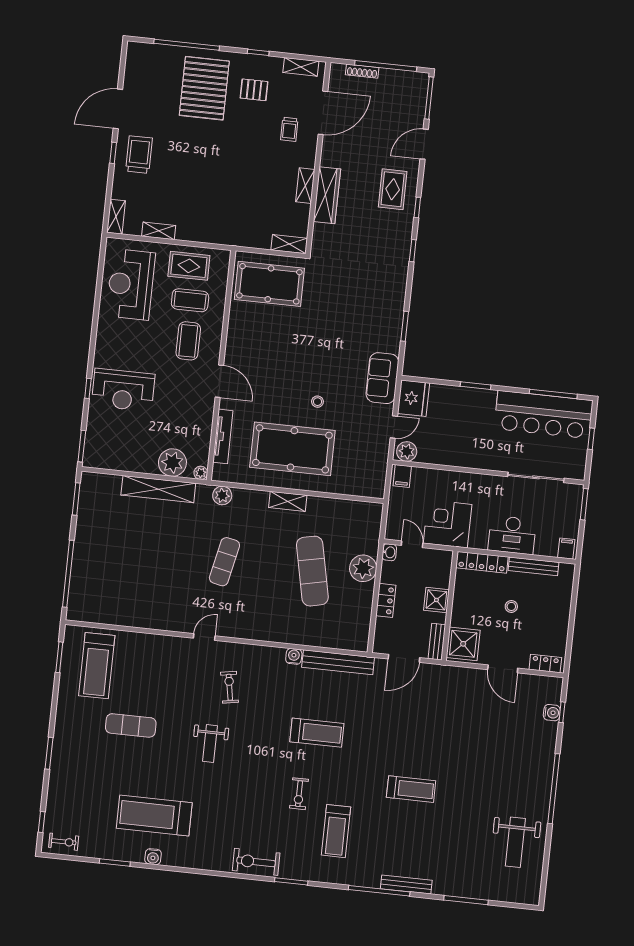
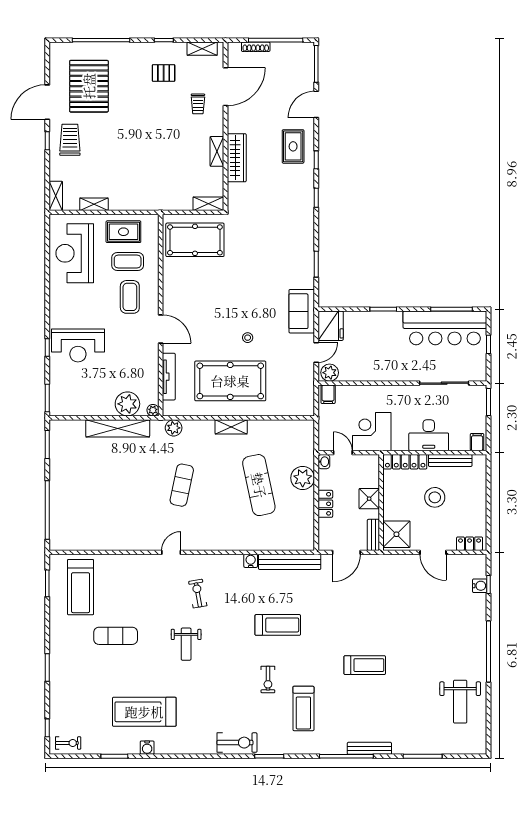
pallet: (204, 88) -> (89, 86), moved
stool: (511, 606) -> (435, 497), width x1.89, depth x1.89
exercise bike: (256, 862) -> (237, 743), turned 180

